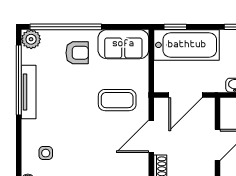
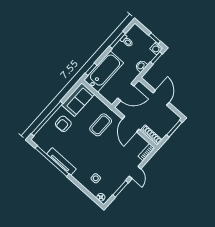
plant: (31, 39) -> (39, 139), removed
armchair: (77, 53) -> (63, 124), turned 180
door: (186, 95) -> (126, 92), hinge flipped

